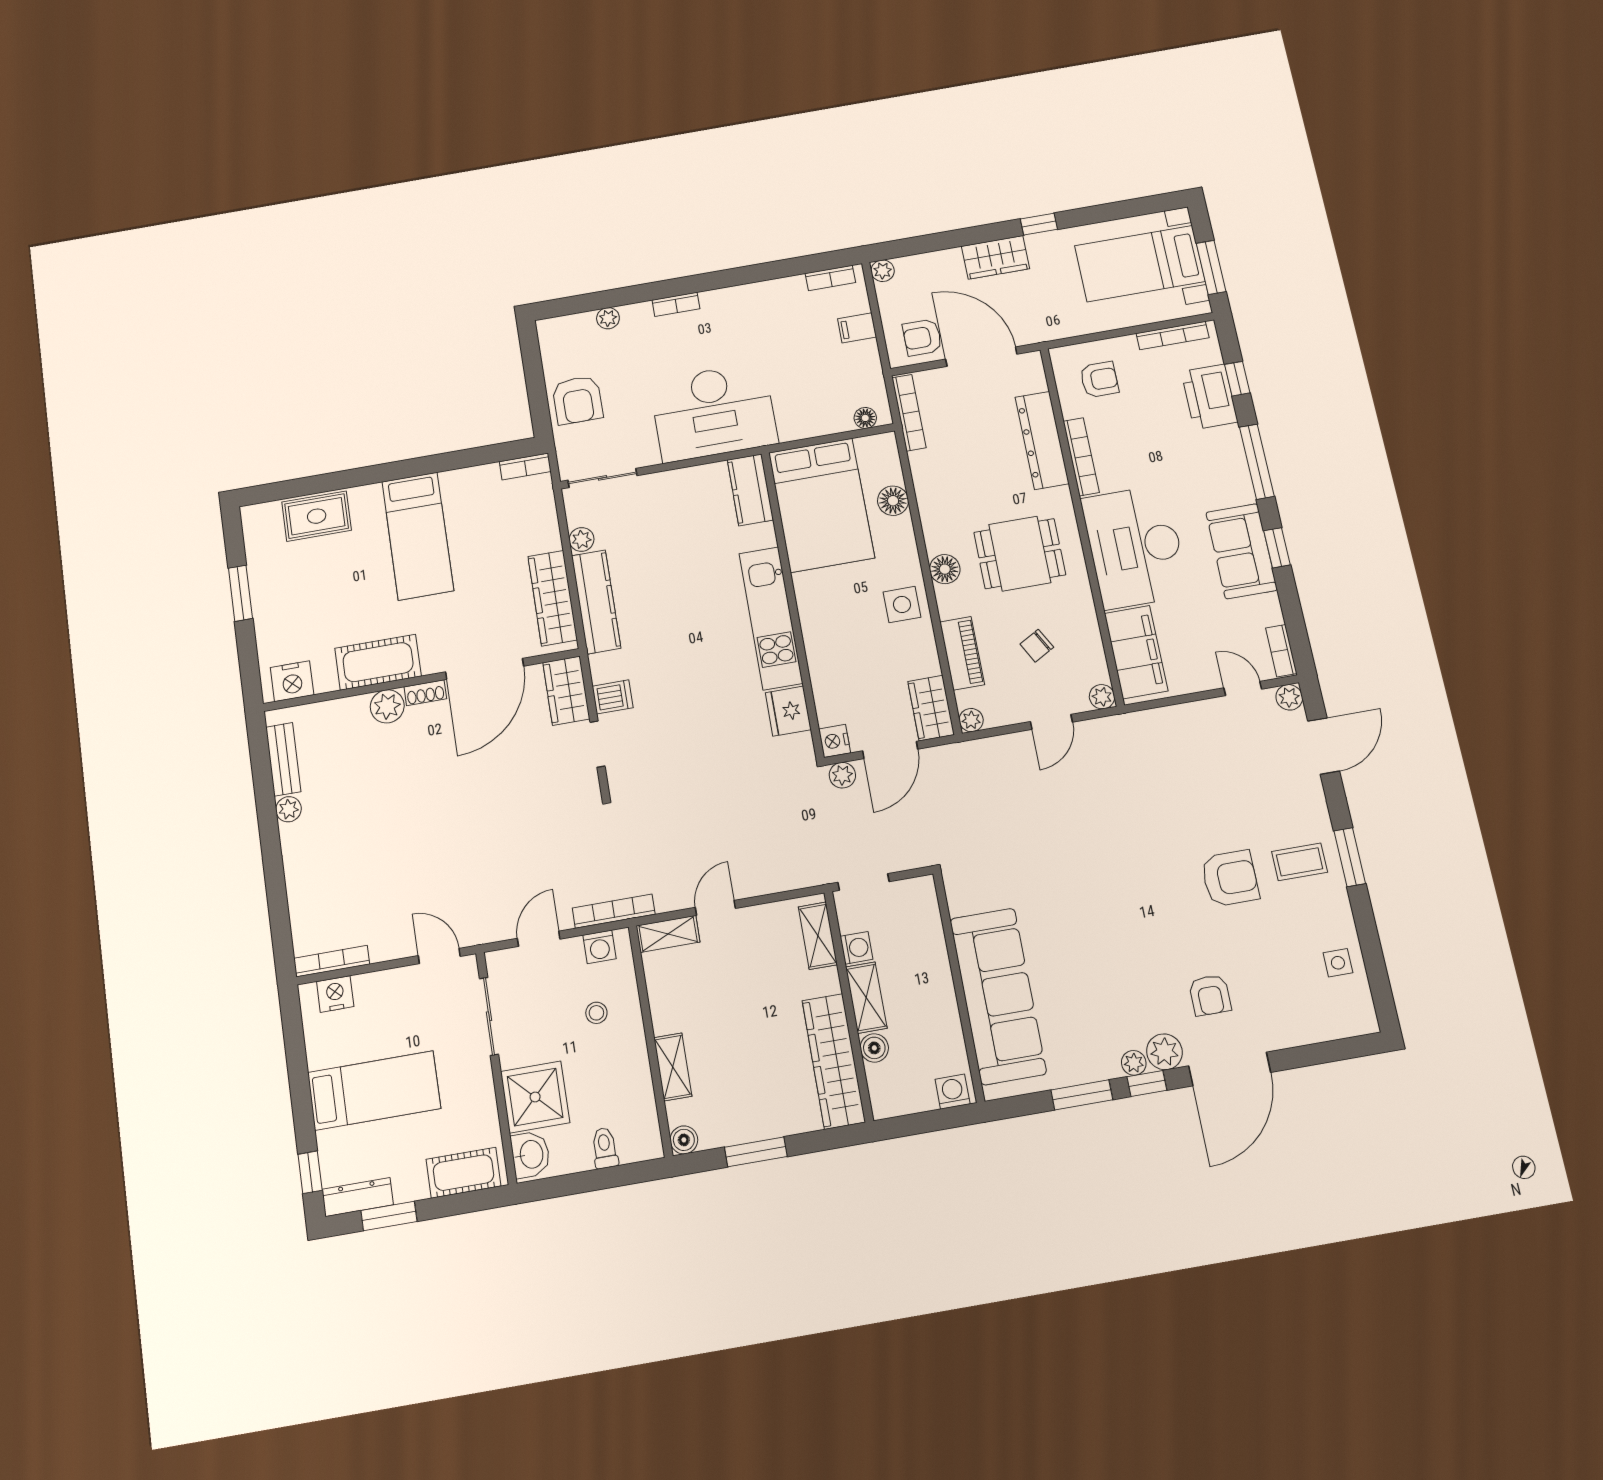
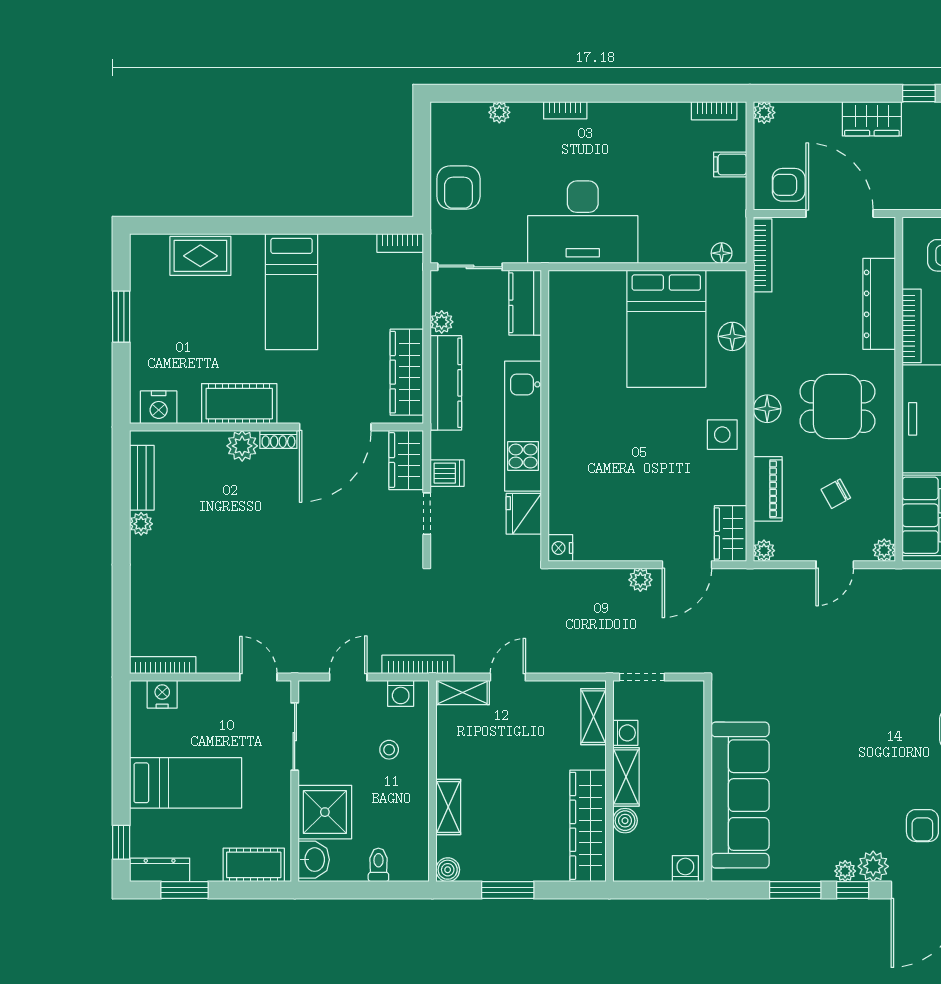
kitchen counter: (750, 490) -> (525, 303), moved
wall: (792, 603) -> (545, 416), moved
kitchen unit: (771, 618) -> (523, 426), moved
fridge: (788, 711) -> (524, 514), moved
nightstand: (835, 741) -> (560, 548), moved

